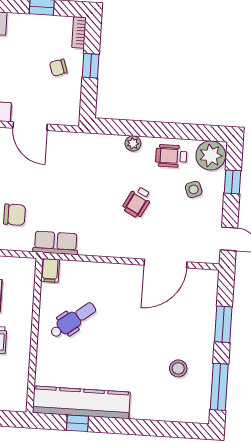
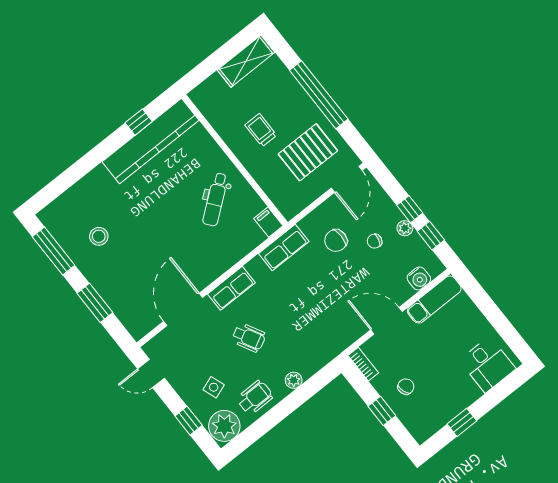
bookcase: (79, 32) -> (363, 364), moved
wheelchair: (137, 202) -> (249, 338), turned 124
row of seats: (118, 248) -> (231, 288), added

